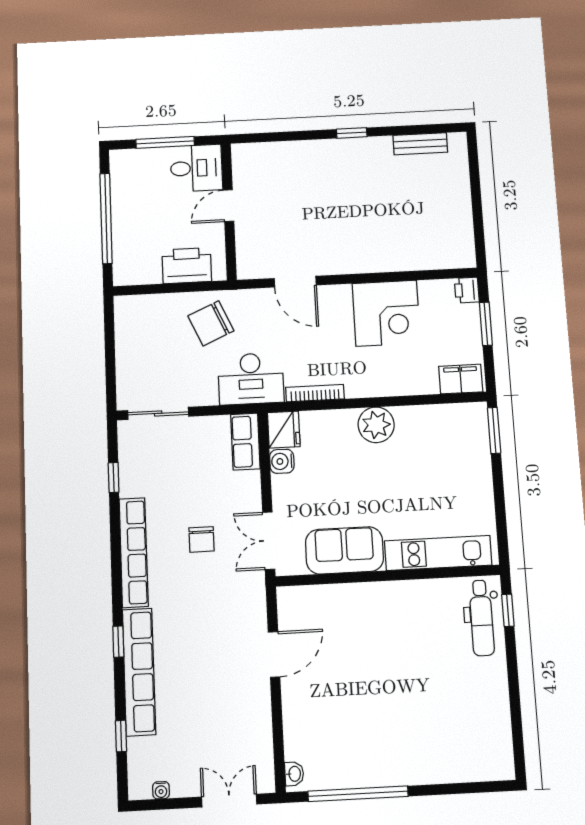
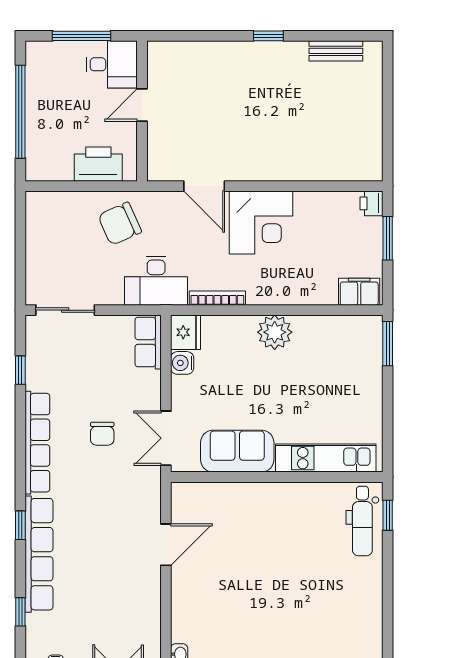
corner desk: (386, 313) -> (261, 222), moved

